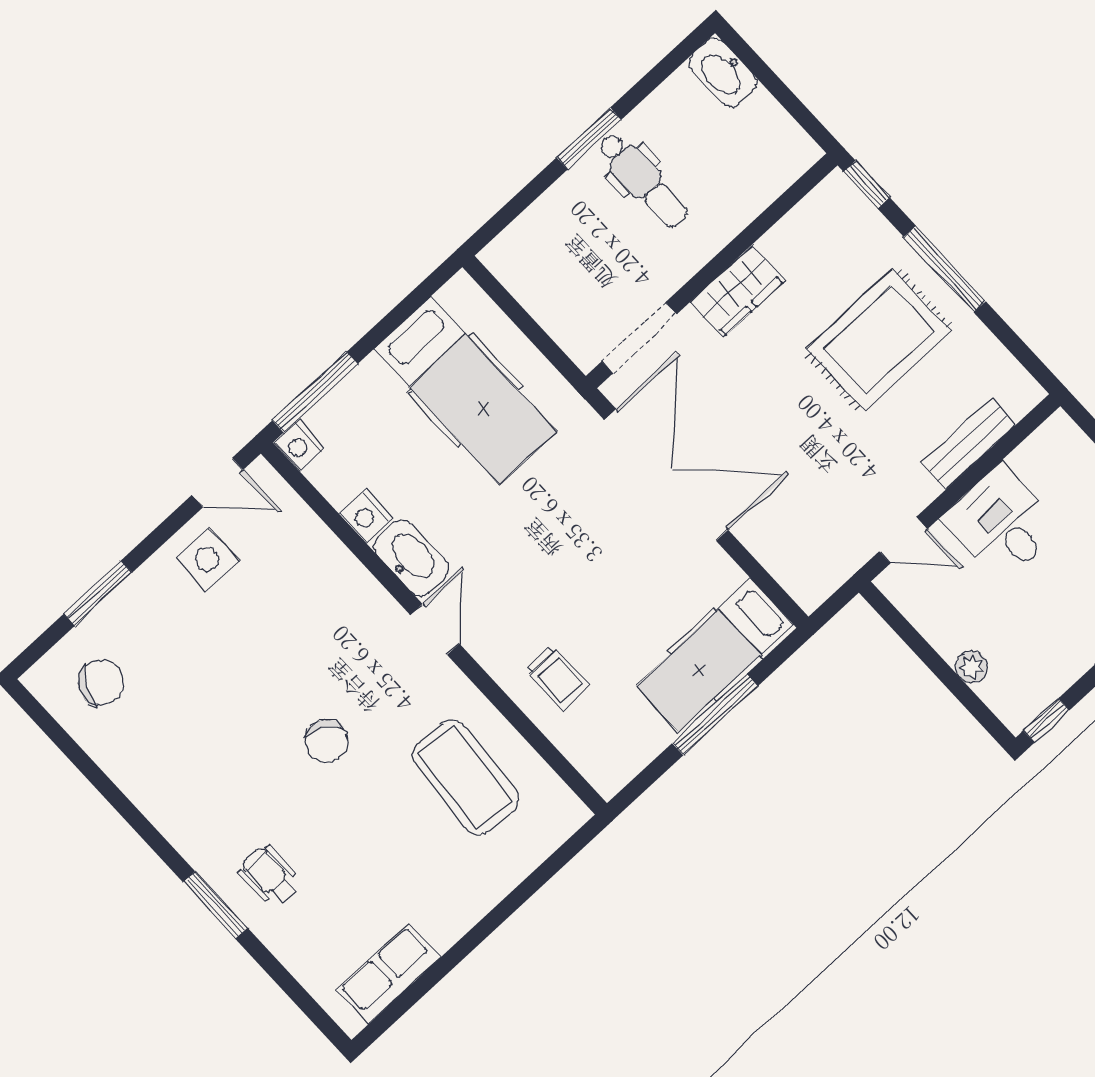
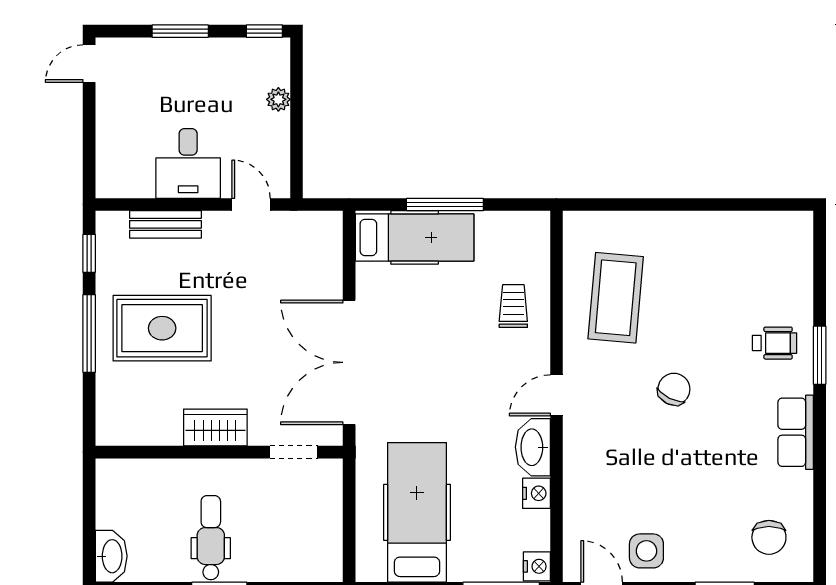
window: (867, 185) -> (89, 253), moved
doorway: (639, 338) -> (294, 452), width x0.73
chair: (101, 683) -> (769, 537), turned -116
wheelchair: (270, 876) -> (775, 343), turned -90
row of seats: (389, 974) -> (796, 432), moved, turned 90

